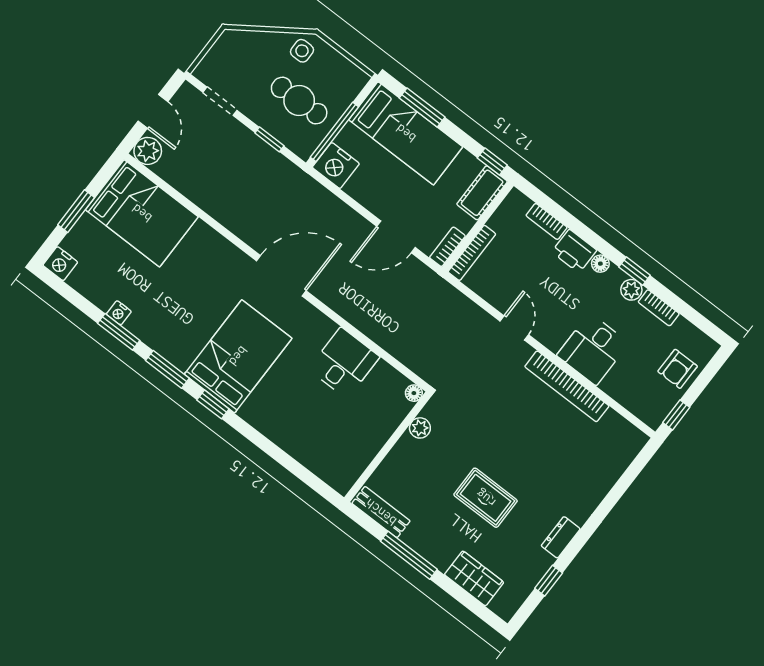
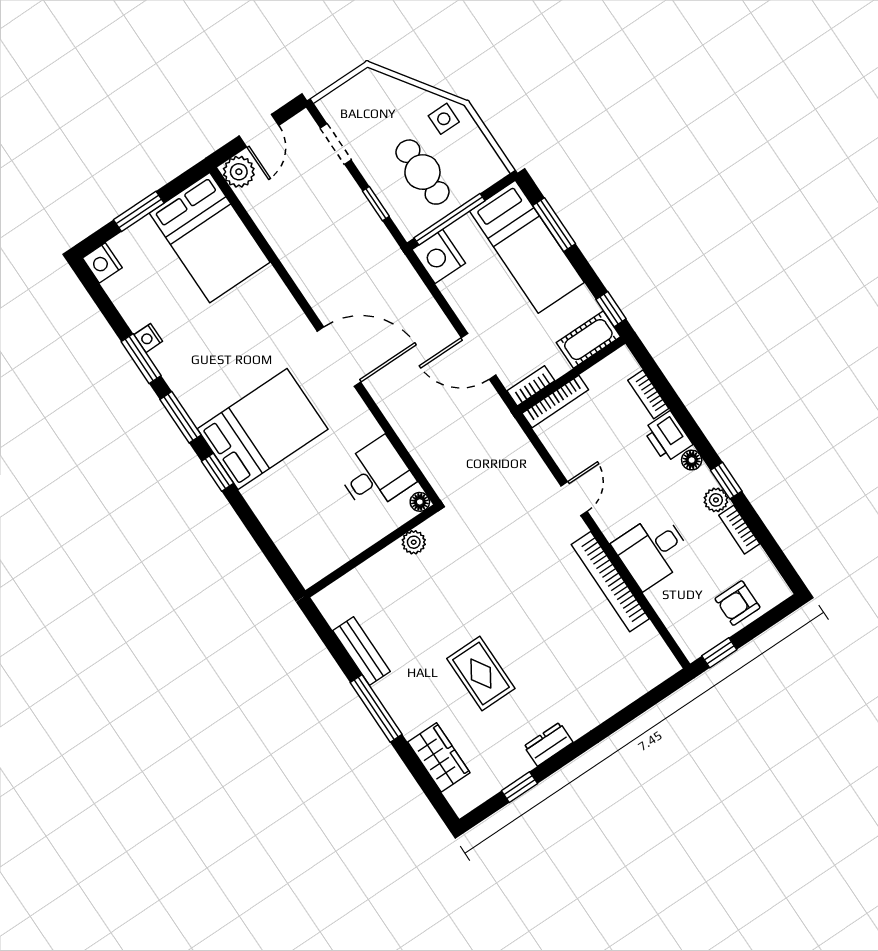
floor lamp: (414, 393) -> (420, 502), moved
plant: (420, 428) -> (414, 542), moved
wall: (388, 447) -> (372, 551), moved

